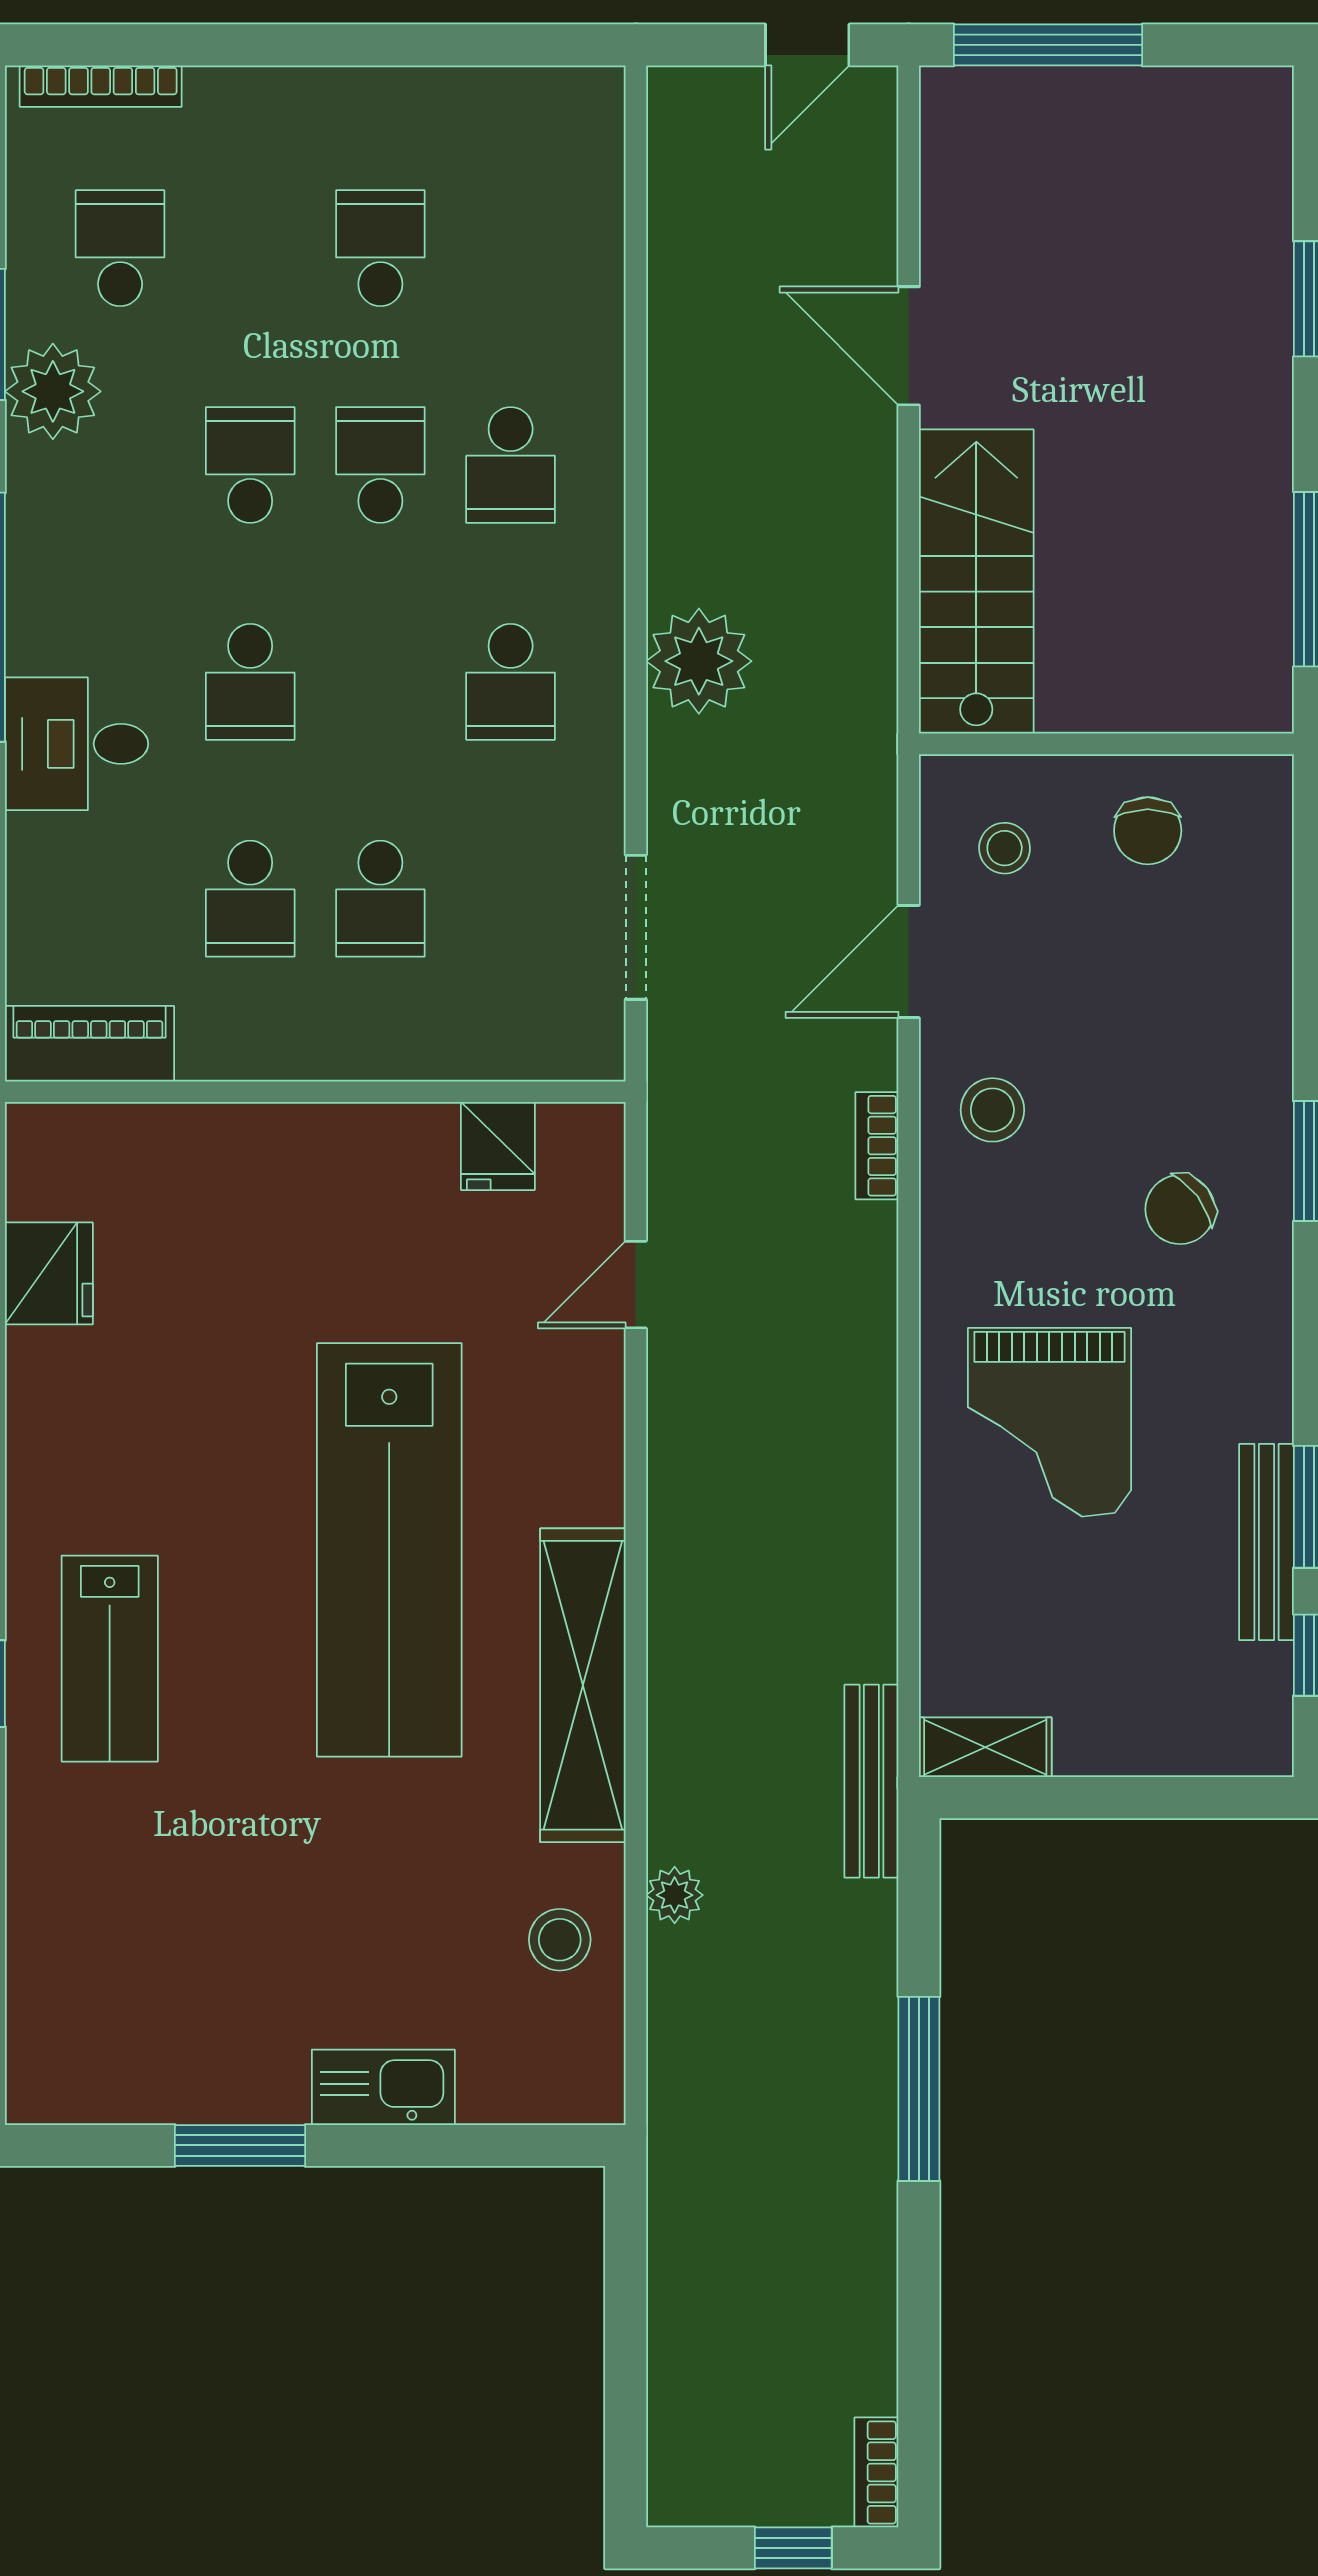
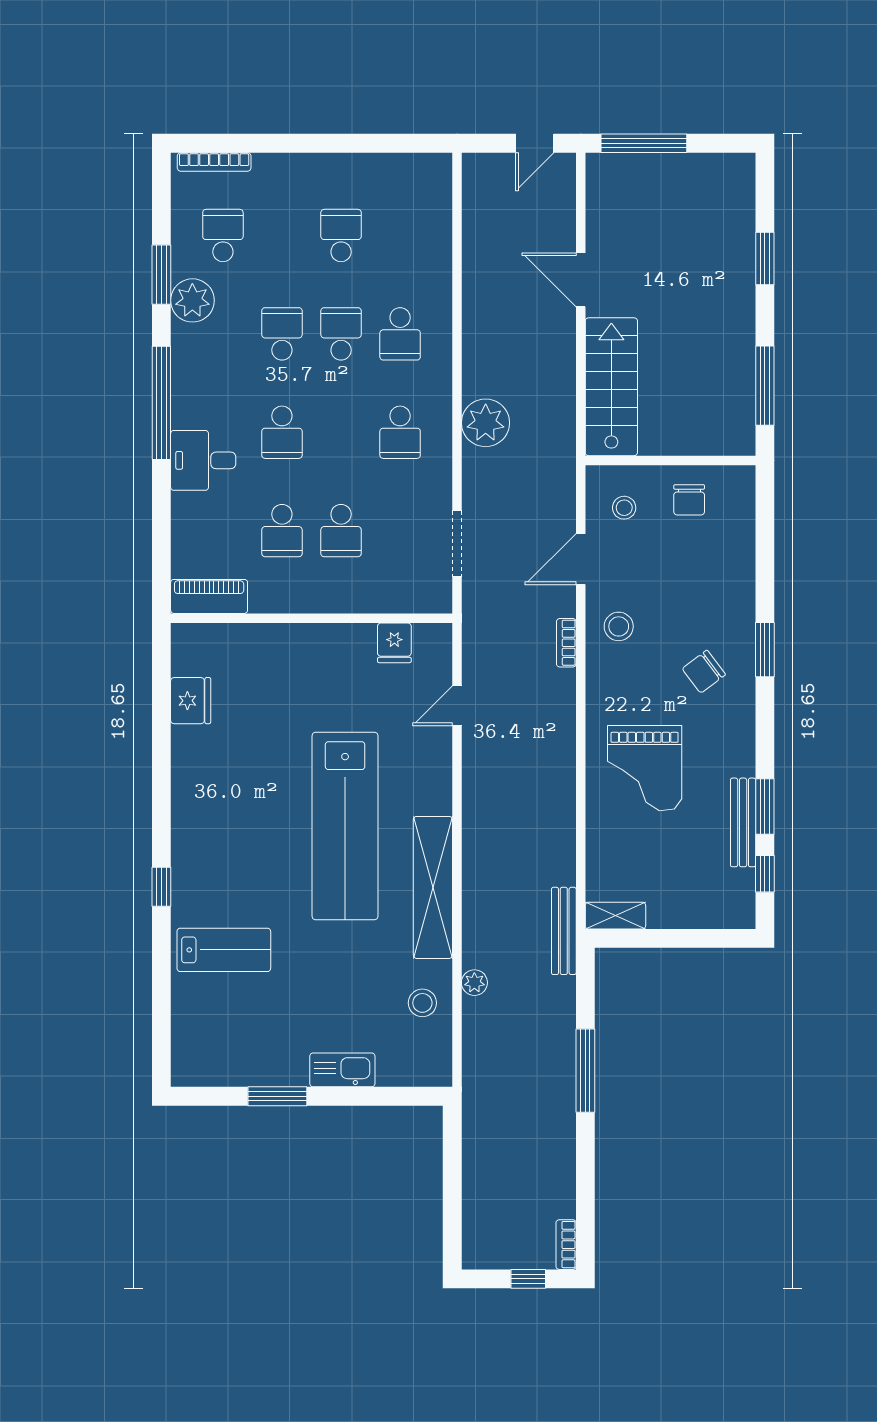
lab bench: (110, 1659) -> (224, 950), moved, turned -90

